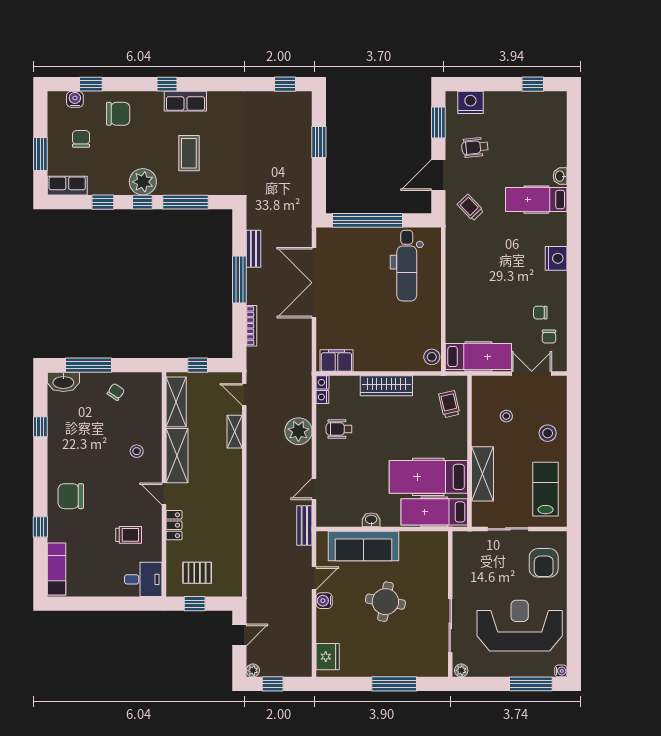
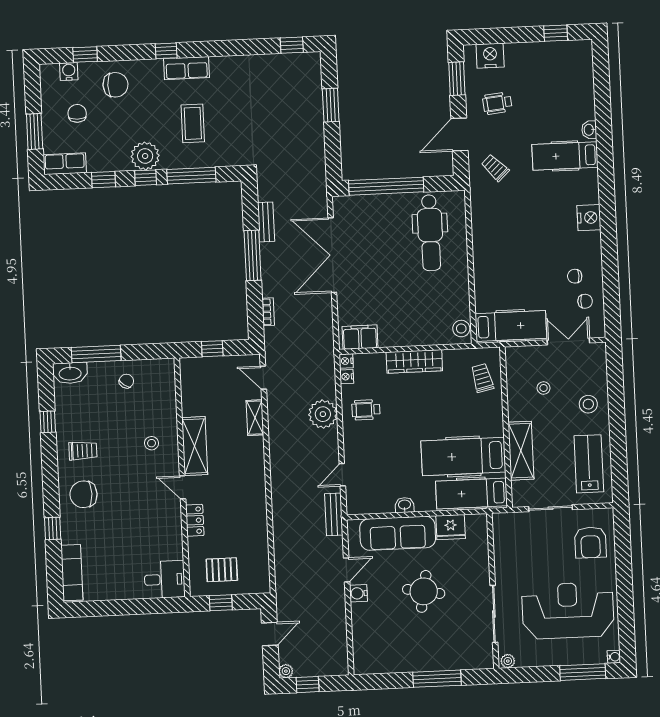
bookcase: (252, 326) -> (268, 312), width x0.64
chair: (549, 337) -> (585, 301), turned -90
shelving: (176, 402) -> (191, 389), removed
trolley: (129, 535) -> (83, 451), moved
fridge: (328, 657) -> (451, 527), moved, turned 90

